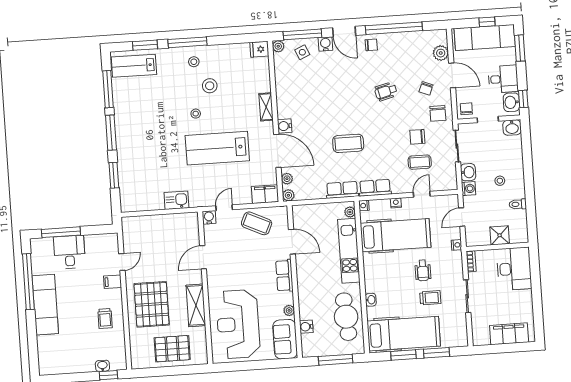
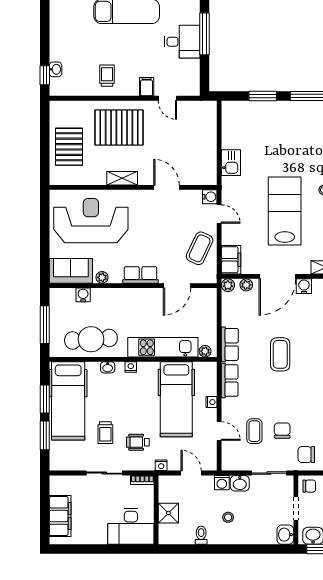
nightstand: (364, 205) -> (131, 367), moved
wheelchair: (423, 270) -> (138, 442), moved
shelving: (196, 305) -> (122, 178), width x0.67, depth x0.75
trolley: (105, 318) -> (107, 76), turned 90

